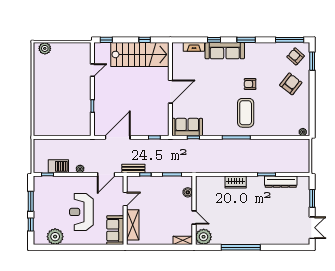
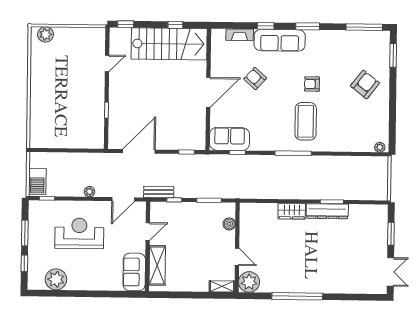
armchair: (296, 56) -> (255, 79), moved
barbecue: (58, 166) -> (37, 181), moved, turned 90
dresser: (281, 182) -> (327, 211), moved
reception desk: (81, 212) -> (79, 233), moved, turned 90

